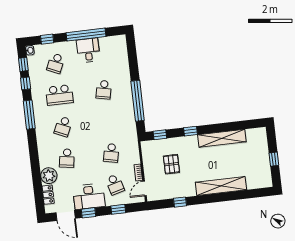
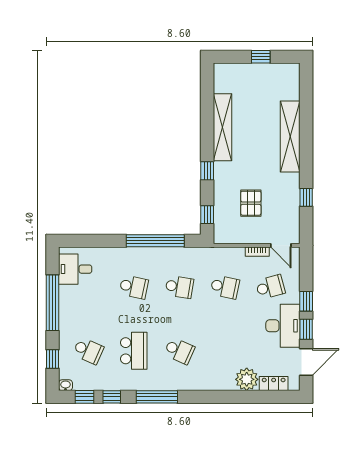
desk: (88, 50) -> (75, 269), moved
school desk: (67, 158) -> (179, 287), moved
pallet: (171, 164) -> (251, 203), turned 90
window: (118, 209) -> (306, 301), moved

